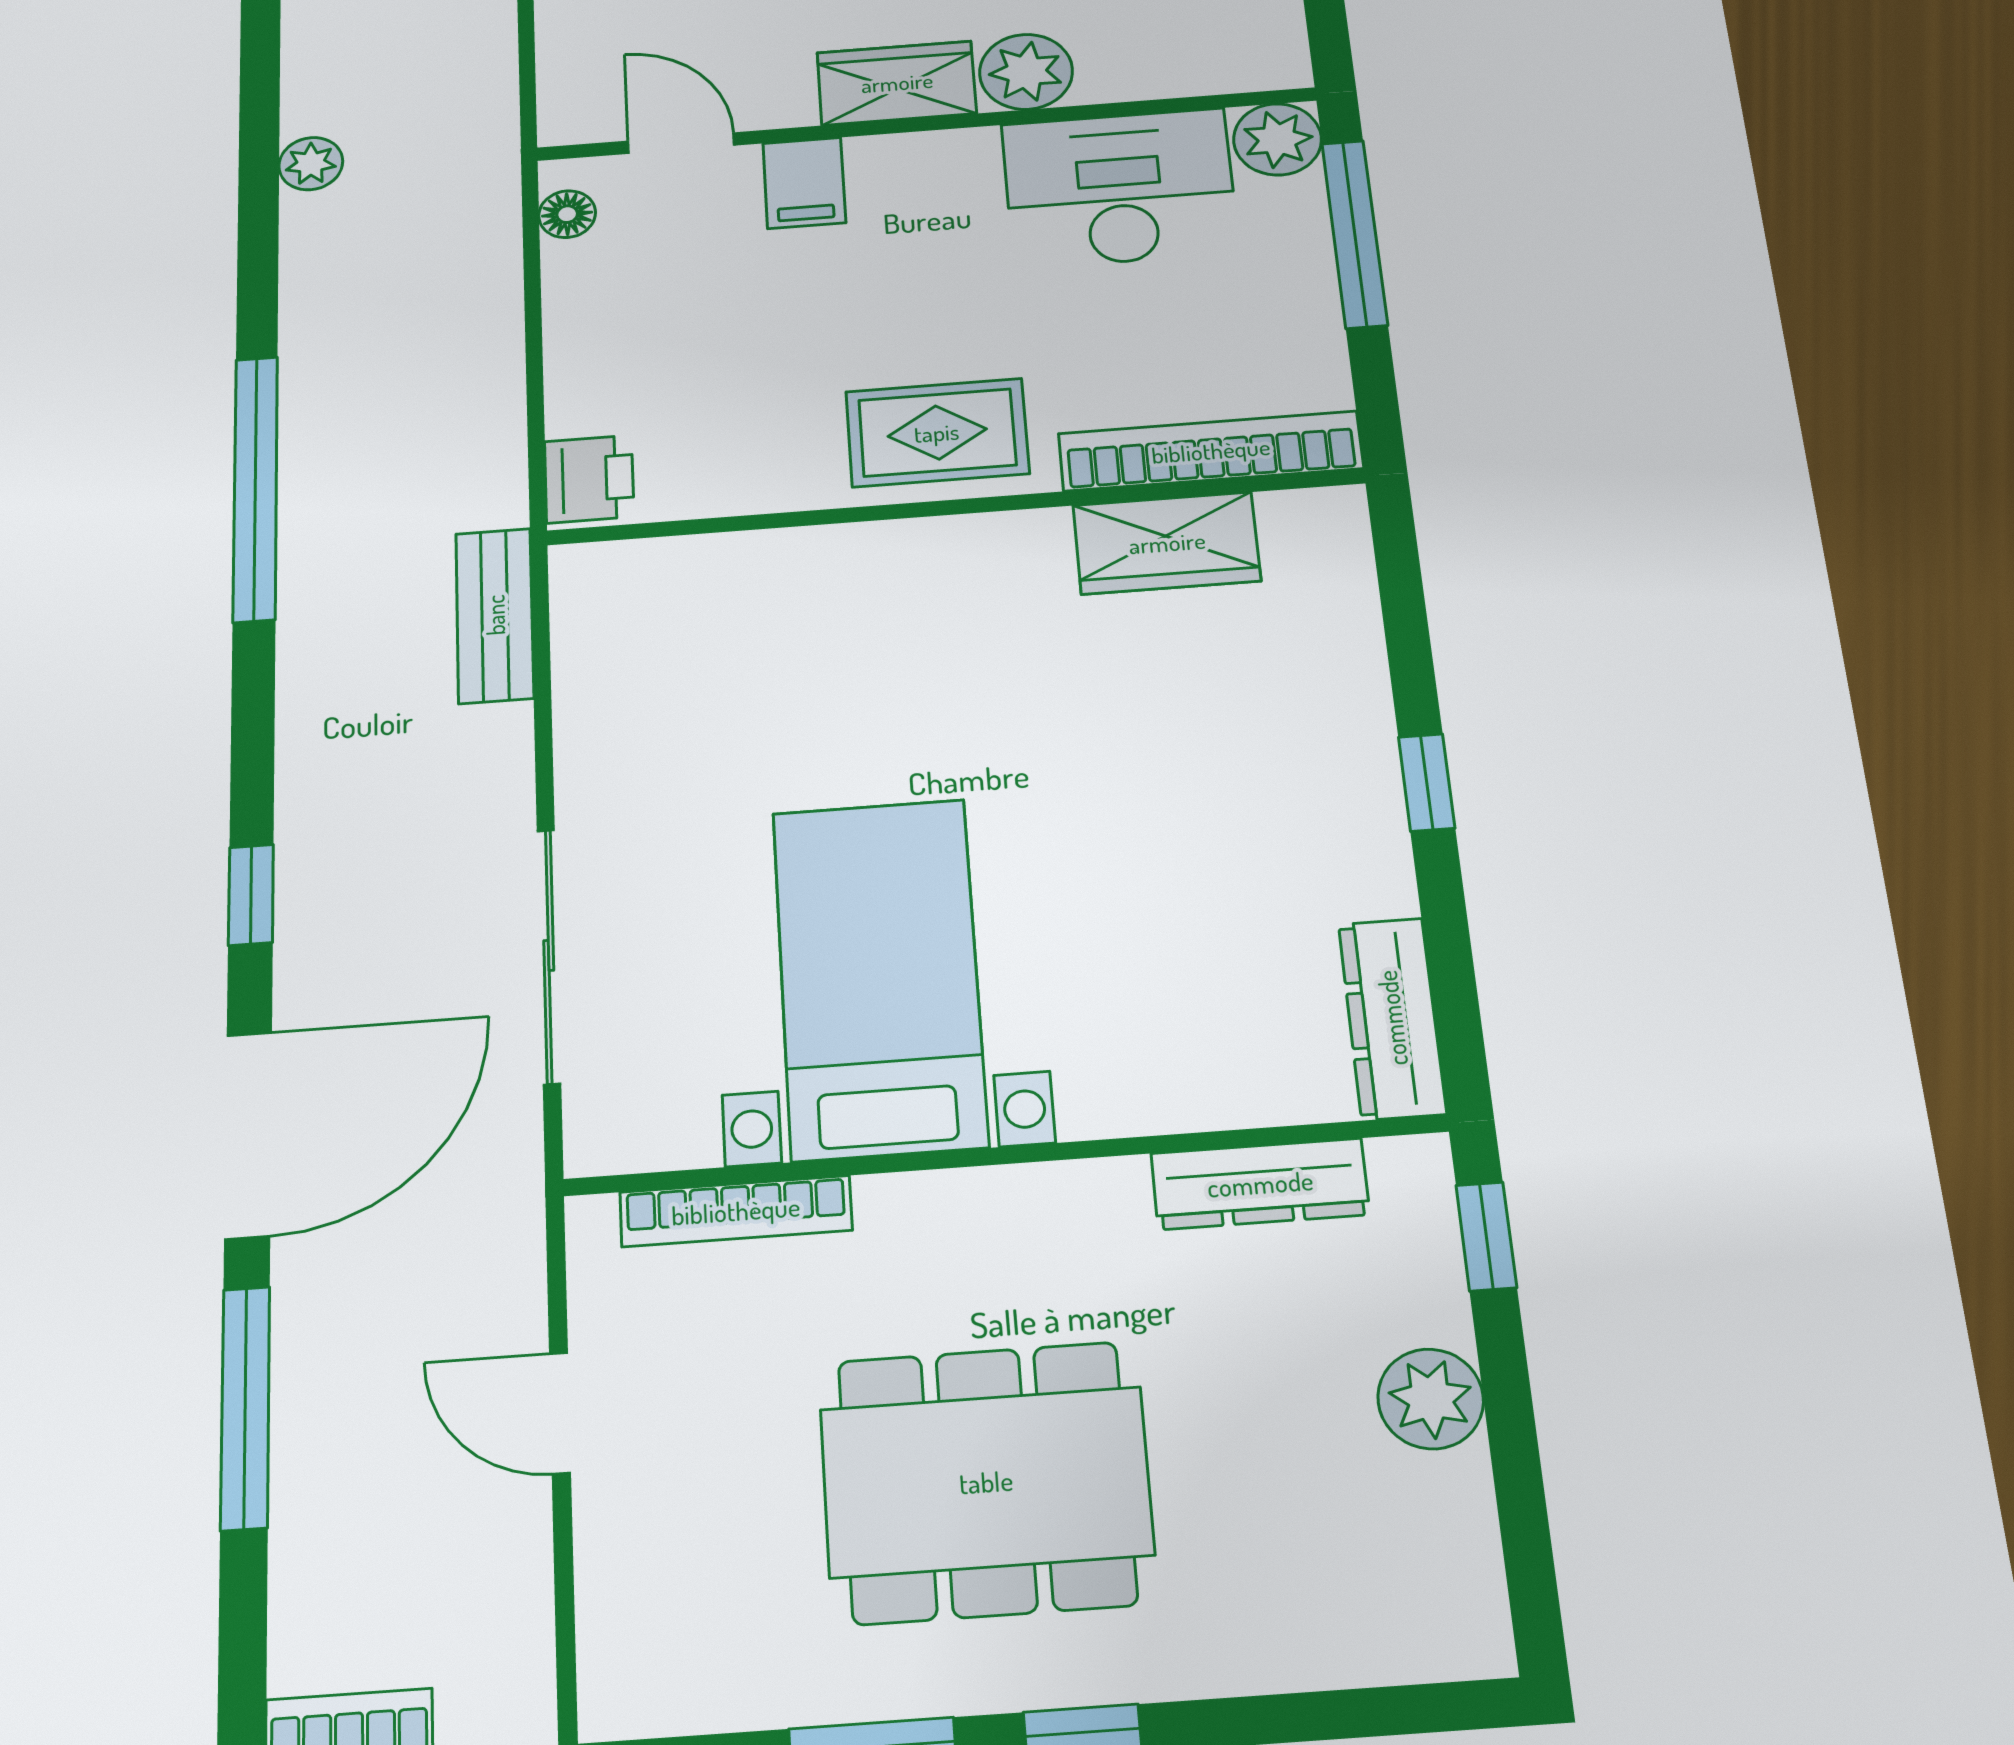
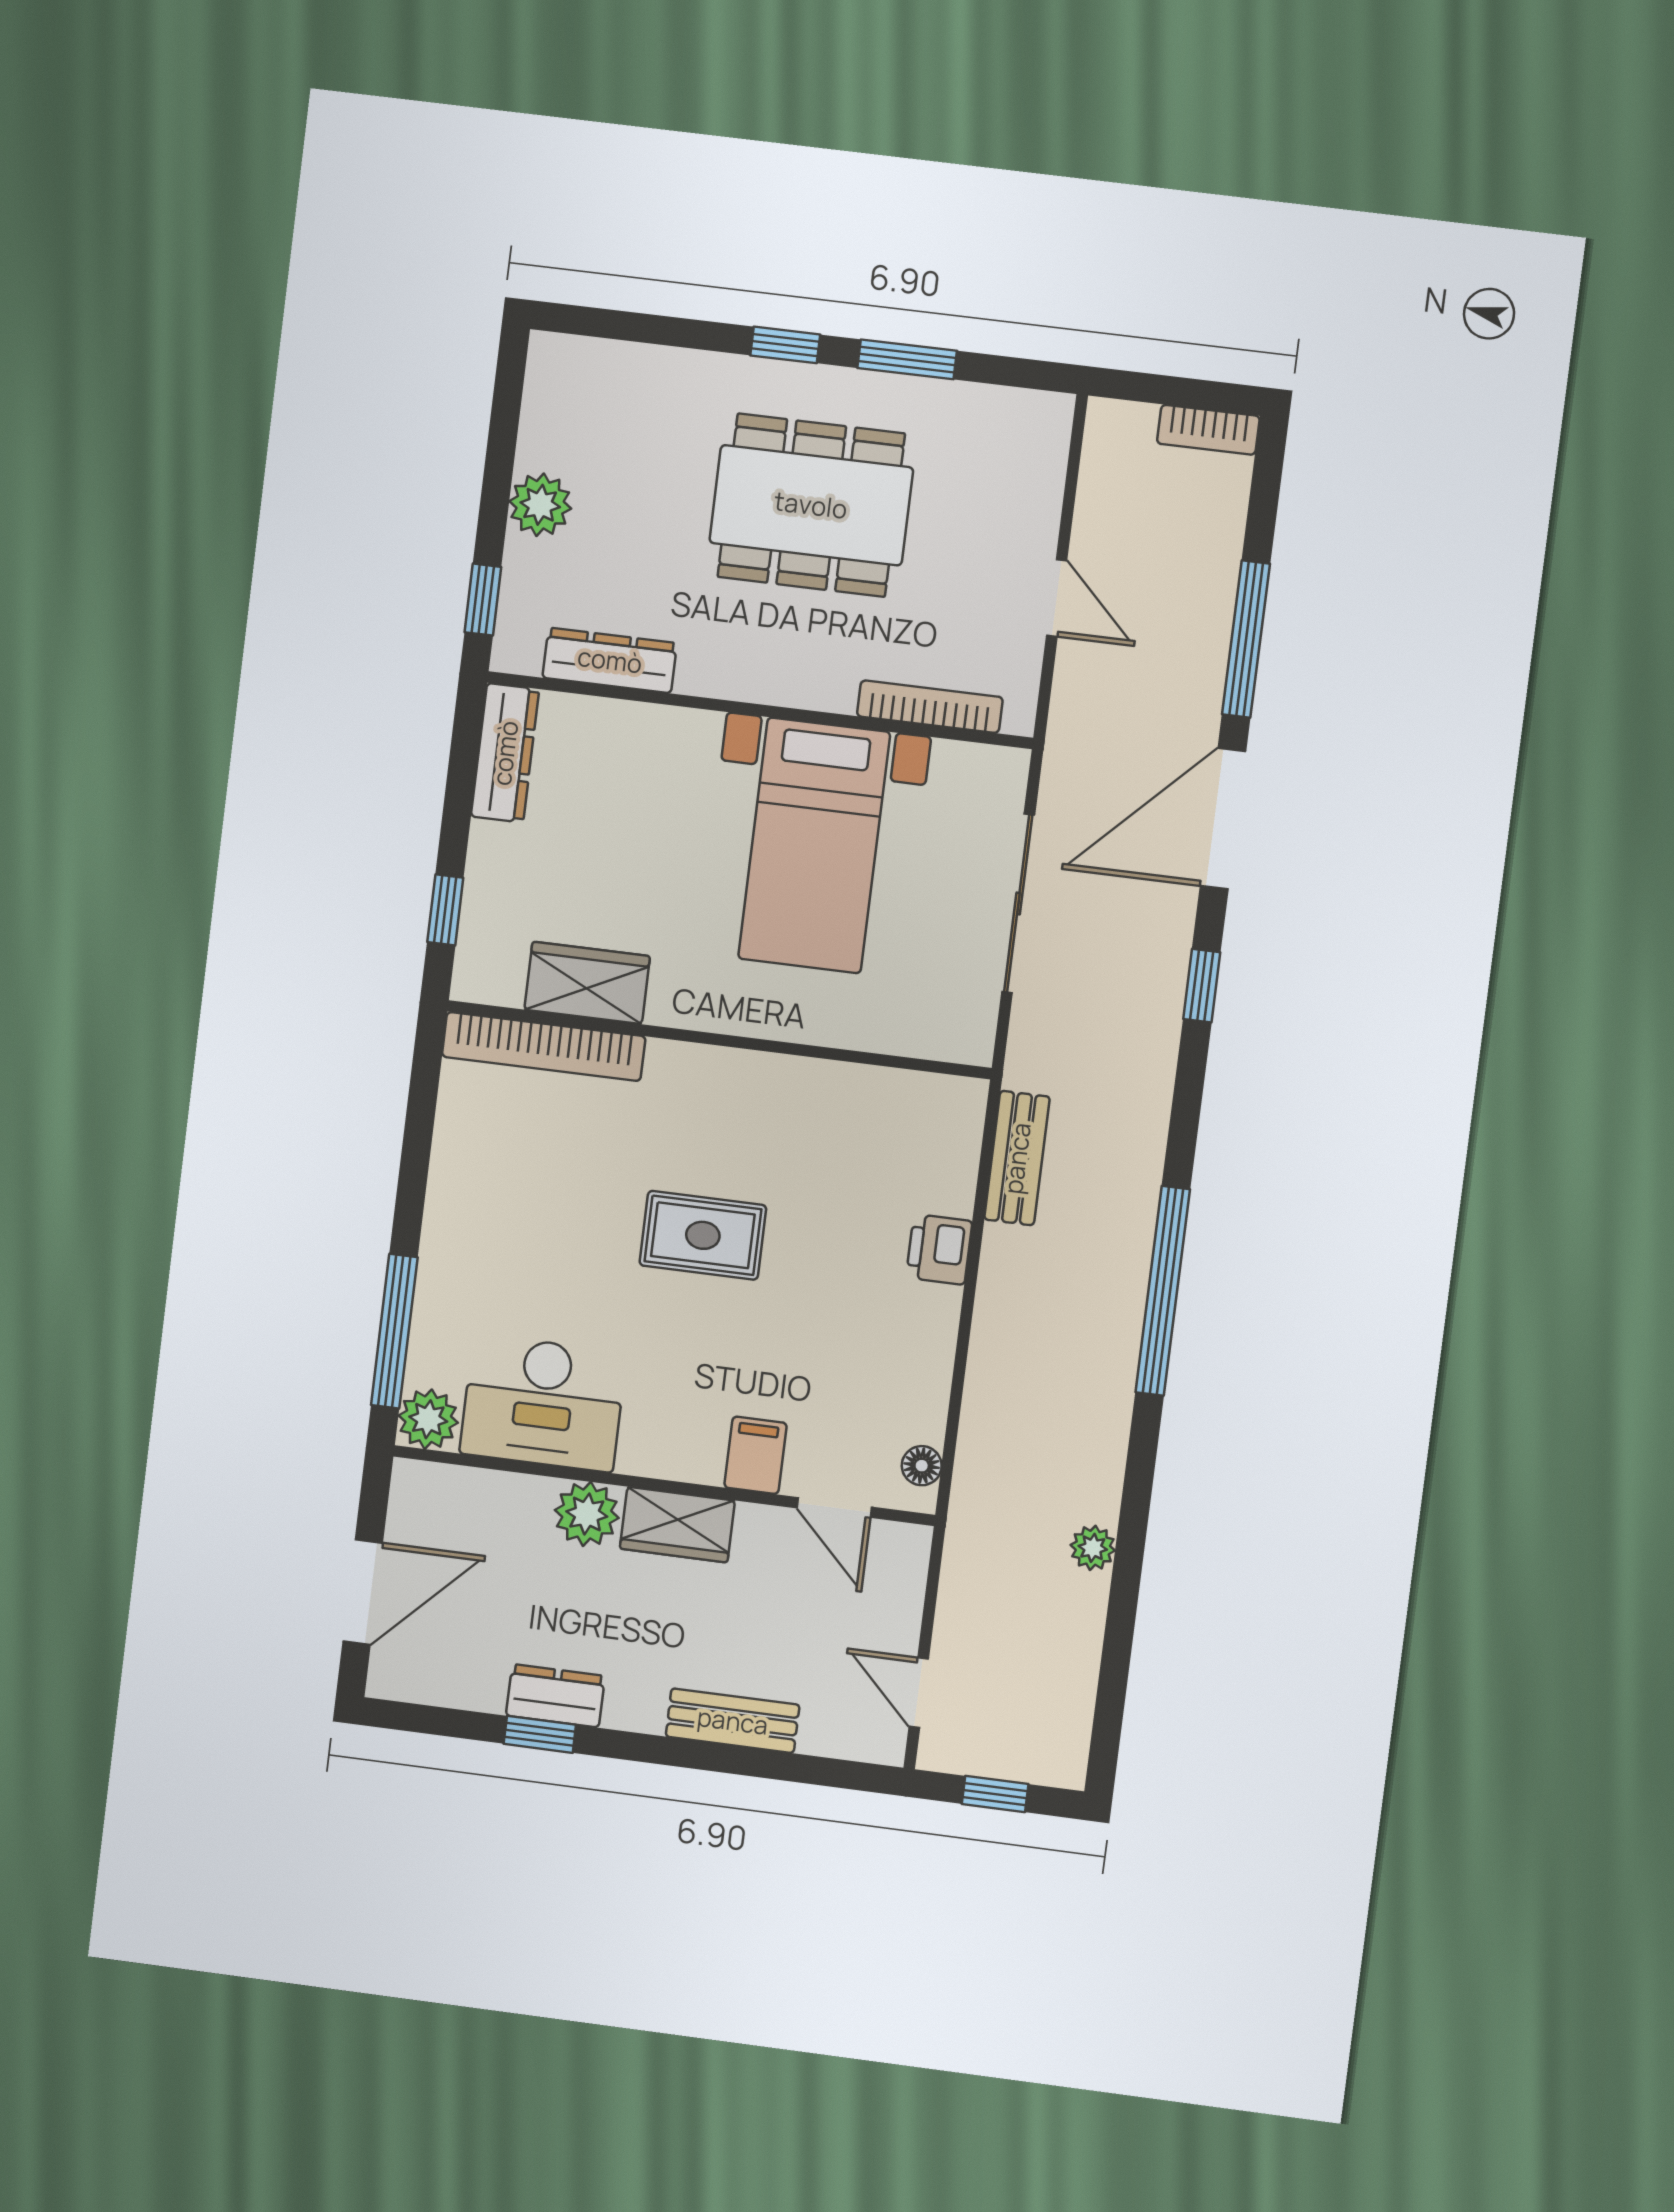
bookcase: (1211, 451) -> (544, 1047), moved
wall: (955, 507) -> (719, 1040), moved
wardrobe: (1167, 543) -> (587, 983), moved

